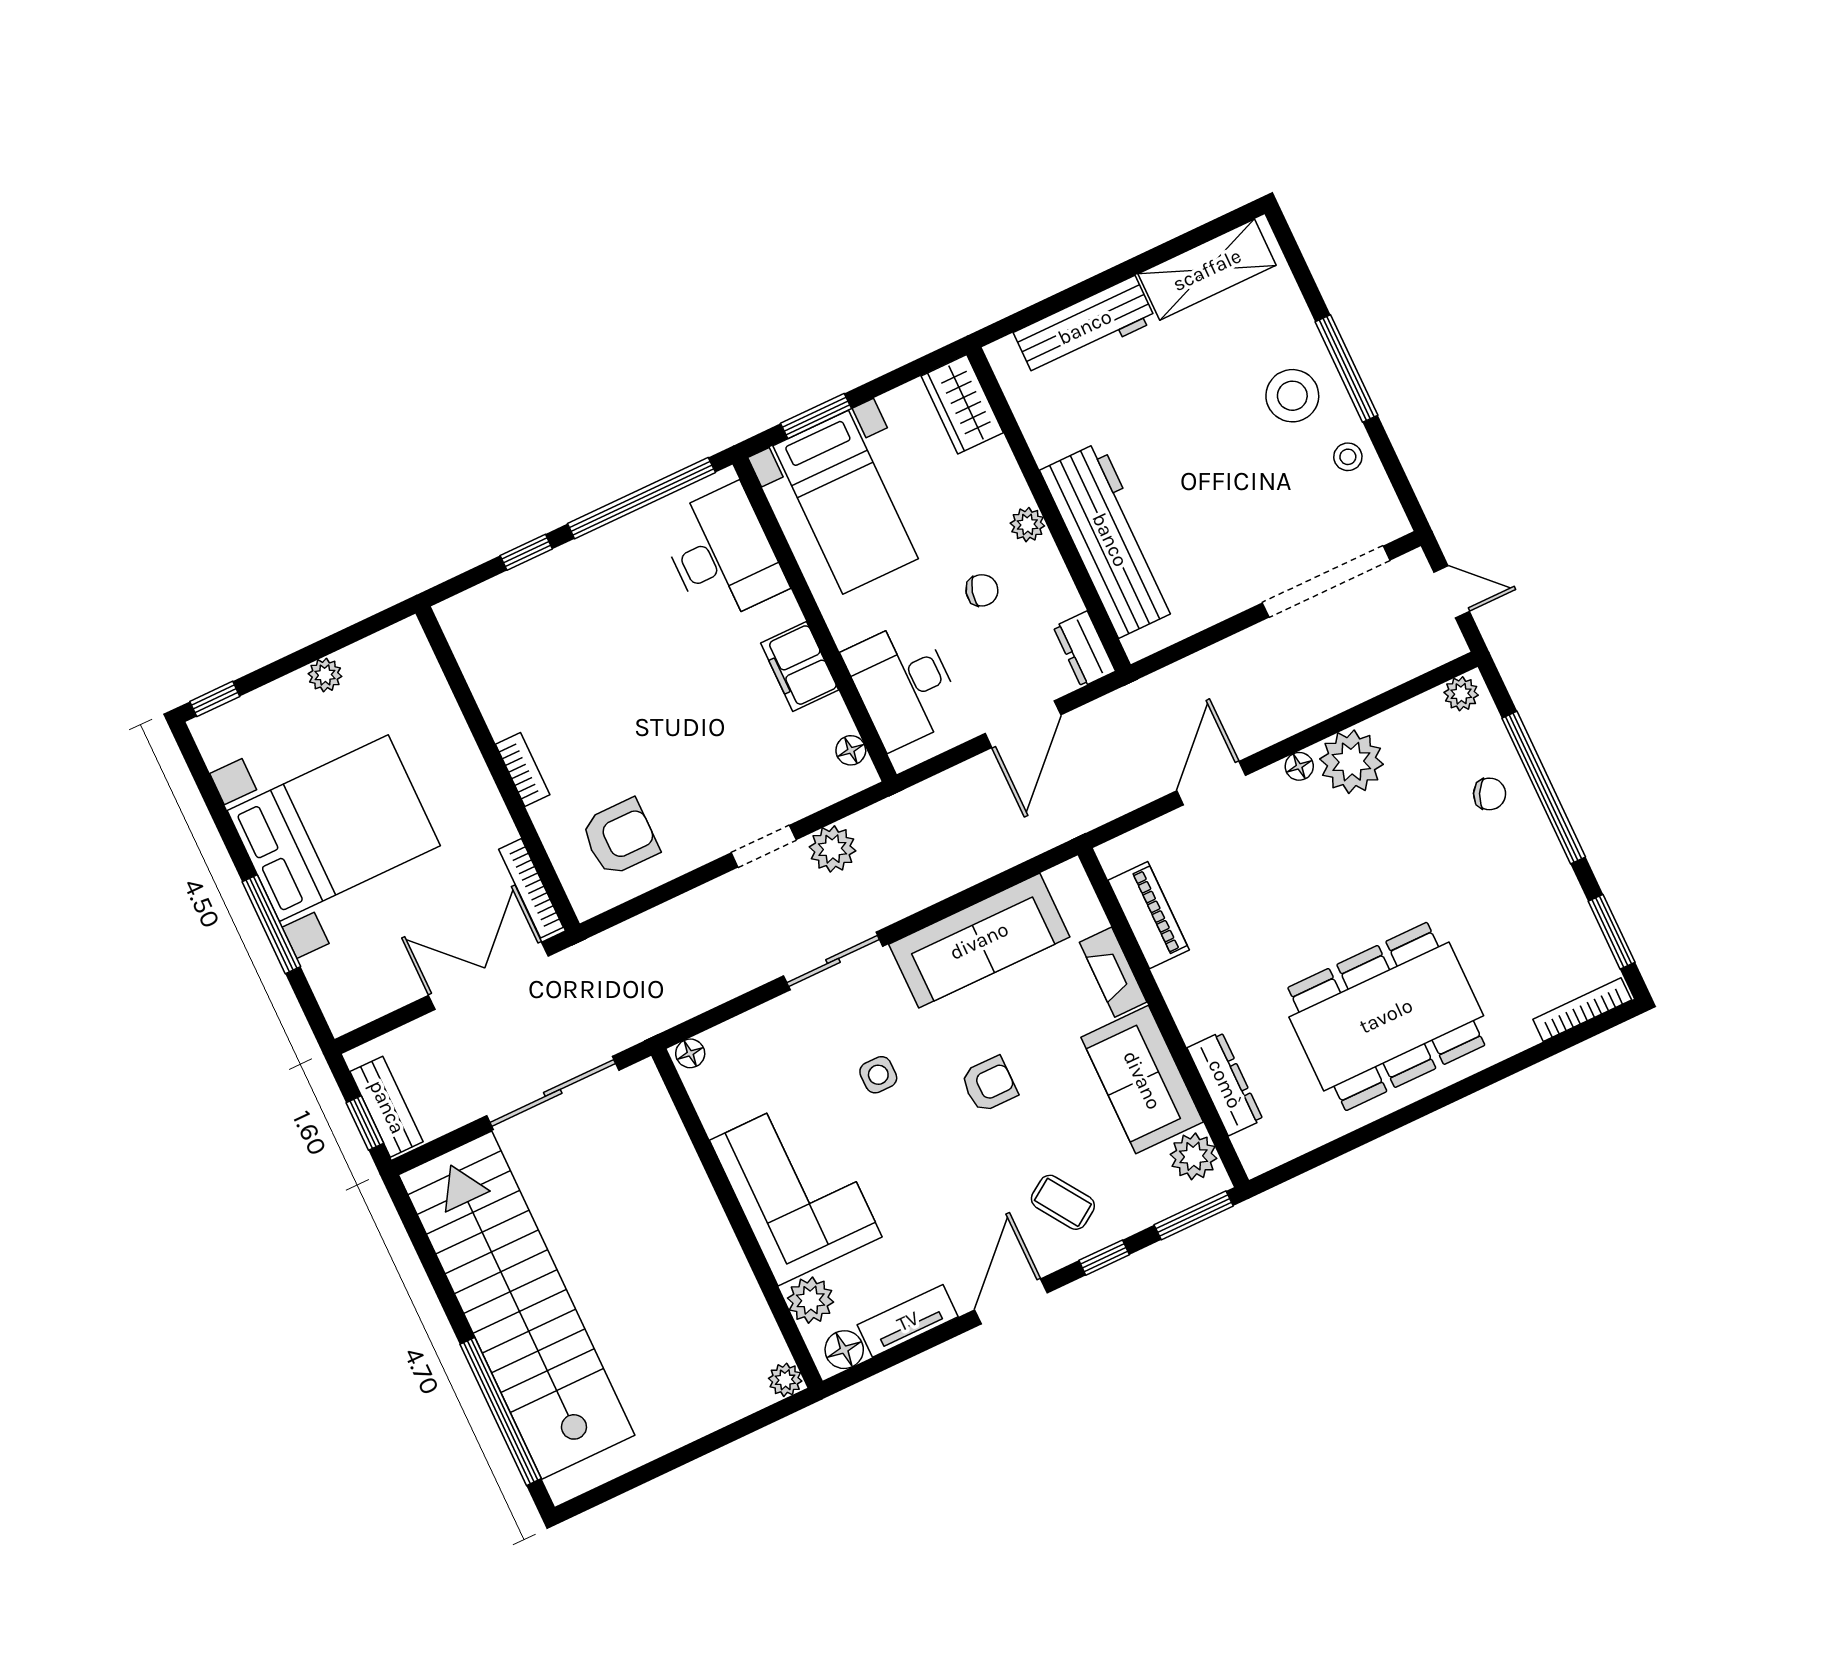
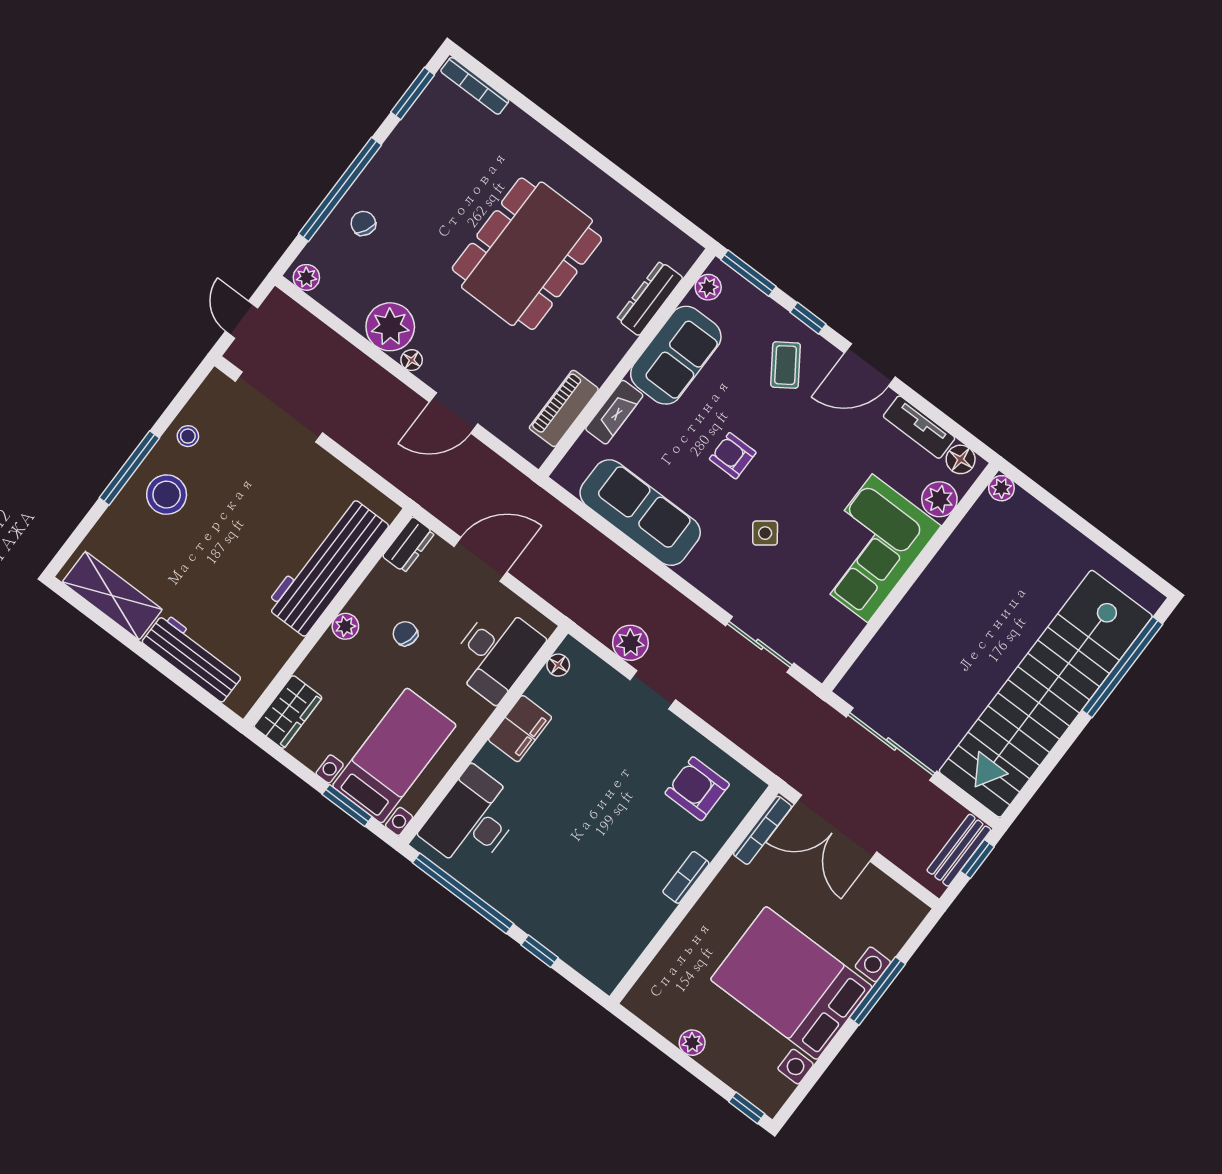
sliding door: (833, 961) -> (760, 644), moved
dining table: (1386, 1016) -> (527, 254), moved, turned 90
floor lamp: (690, 1053) -> (817, 666), removed
side table: (878, 1075) -> (765, 533), turned -37
plant: (1193, 1156) -> (708, 287), width x0.73, depth x0.73

